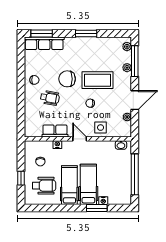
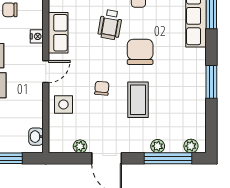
coffee table: (98, 80) -> (138, 100), width x0.73, depth x0.76

